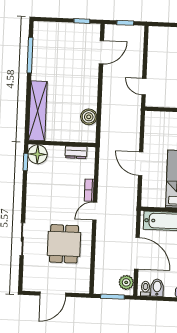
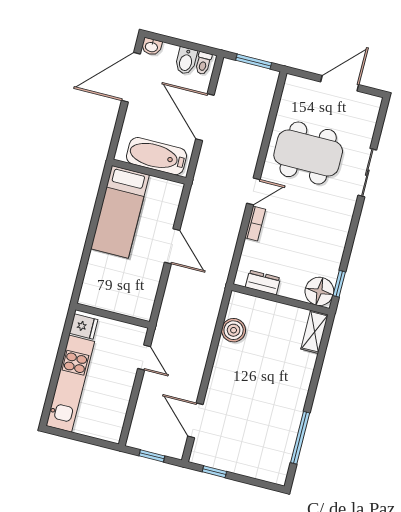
door: (101, 52) -> (195, 420), hinge flipped
shelving: (38, 111) -> (315, 332), width x0.45, depth x0.75
dining table: (64, 244) -> (308, 153), width x1.38
plant: (126, 282) -> (229, 78), removed

